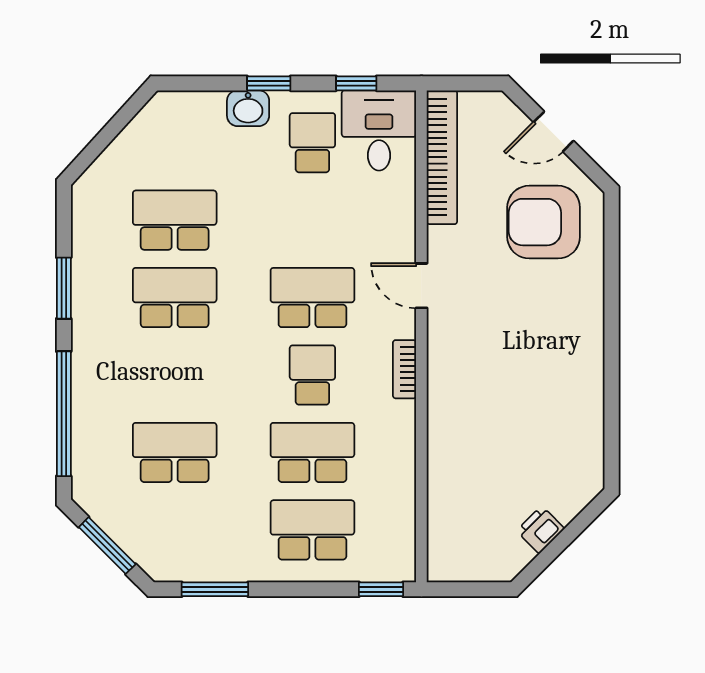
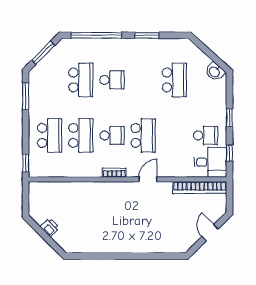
washbasin: (248, 108) -> (215, 72), moved, turned -48
armchair: (544, 222) -> (174, 229), removed
school desk: (175, 298) -> (112, 80), moved, width x0.54

